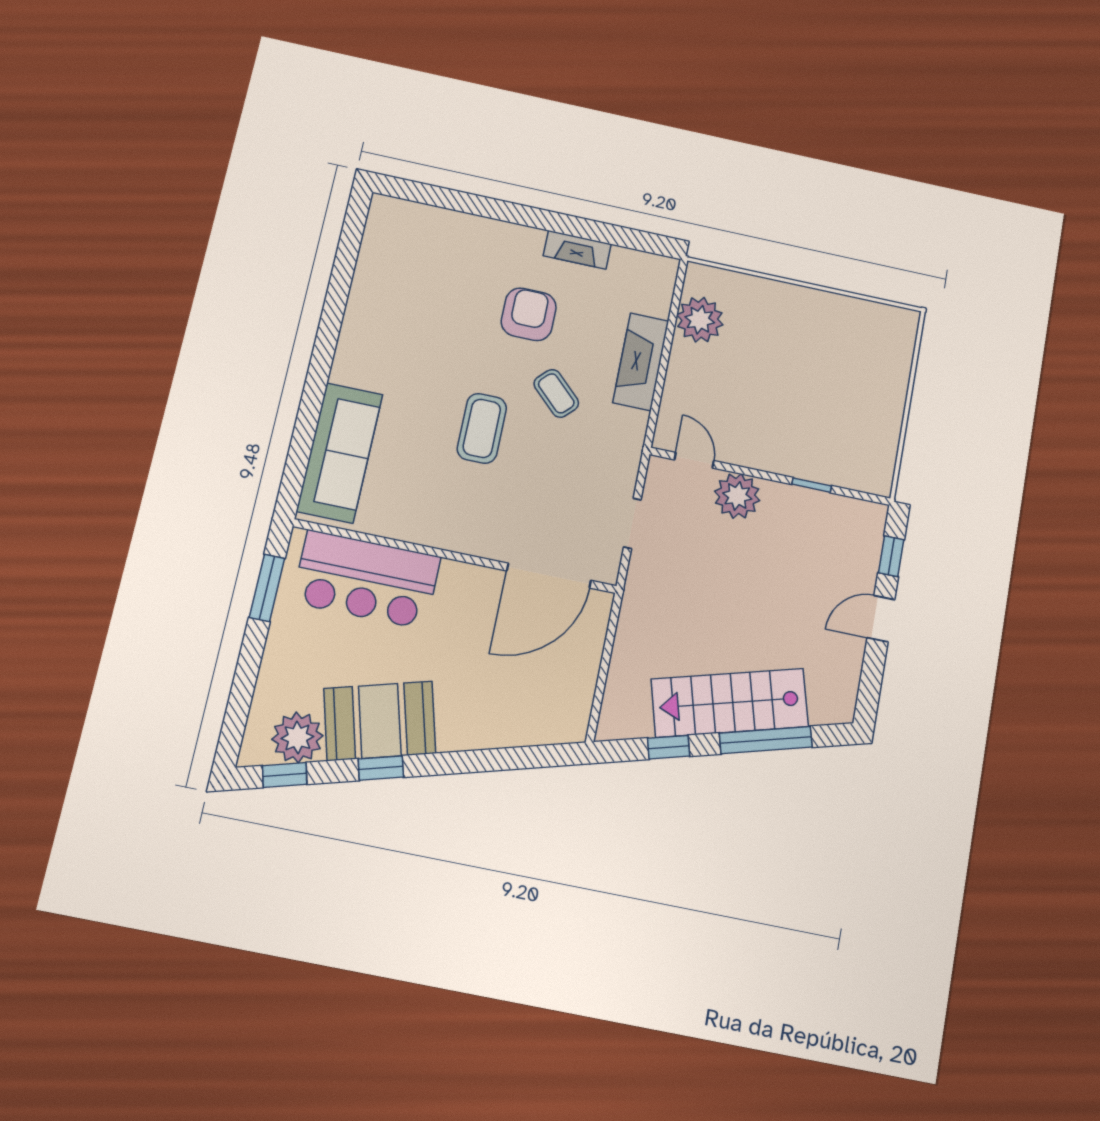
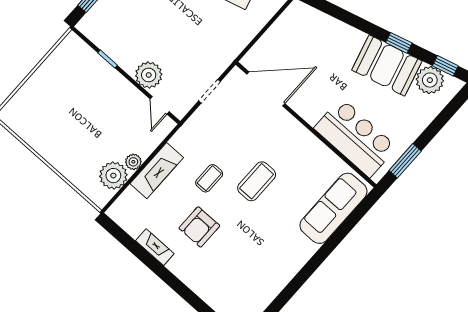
plant: (683, 356) -> (133, 162), added
coffee table: (556, 393) -> (209, 178), turned 46

